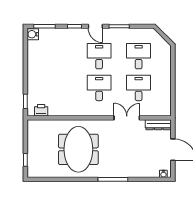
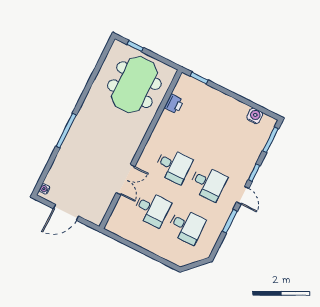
door: (95, 26) -> (243, 195), swing flipped
water cooler: (33, 34) -> (255, 116), moved
printer: (41, 110) -> (174, 104), moved
dresser: (158, 125) -> (101, 210), removed
meeting table: (78, 149) -> (134, 85), moved, turned 90

